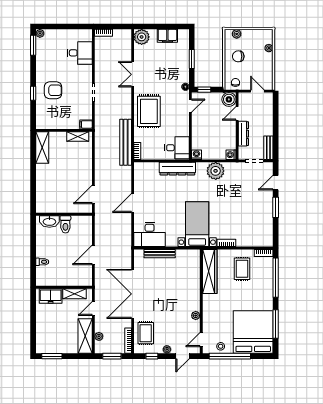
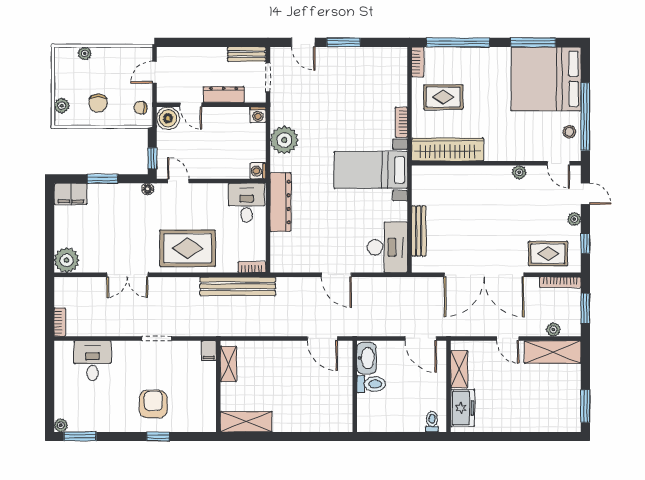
filing cabinet: (167, 36) -> (71, 194), moved, turned 90
washbasin: (49, 221) -> (366, 358), moved
wall: (64, 287) -> (448, 386), moved
shelving: (74, 294) -> (459, 369), moved
freezer: (51, 296) -> (463, 408), moved

